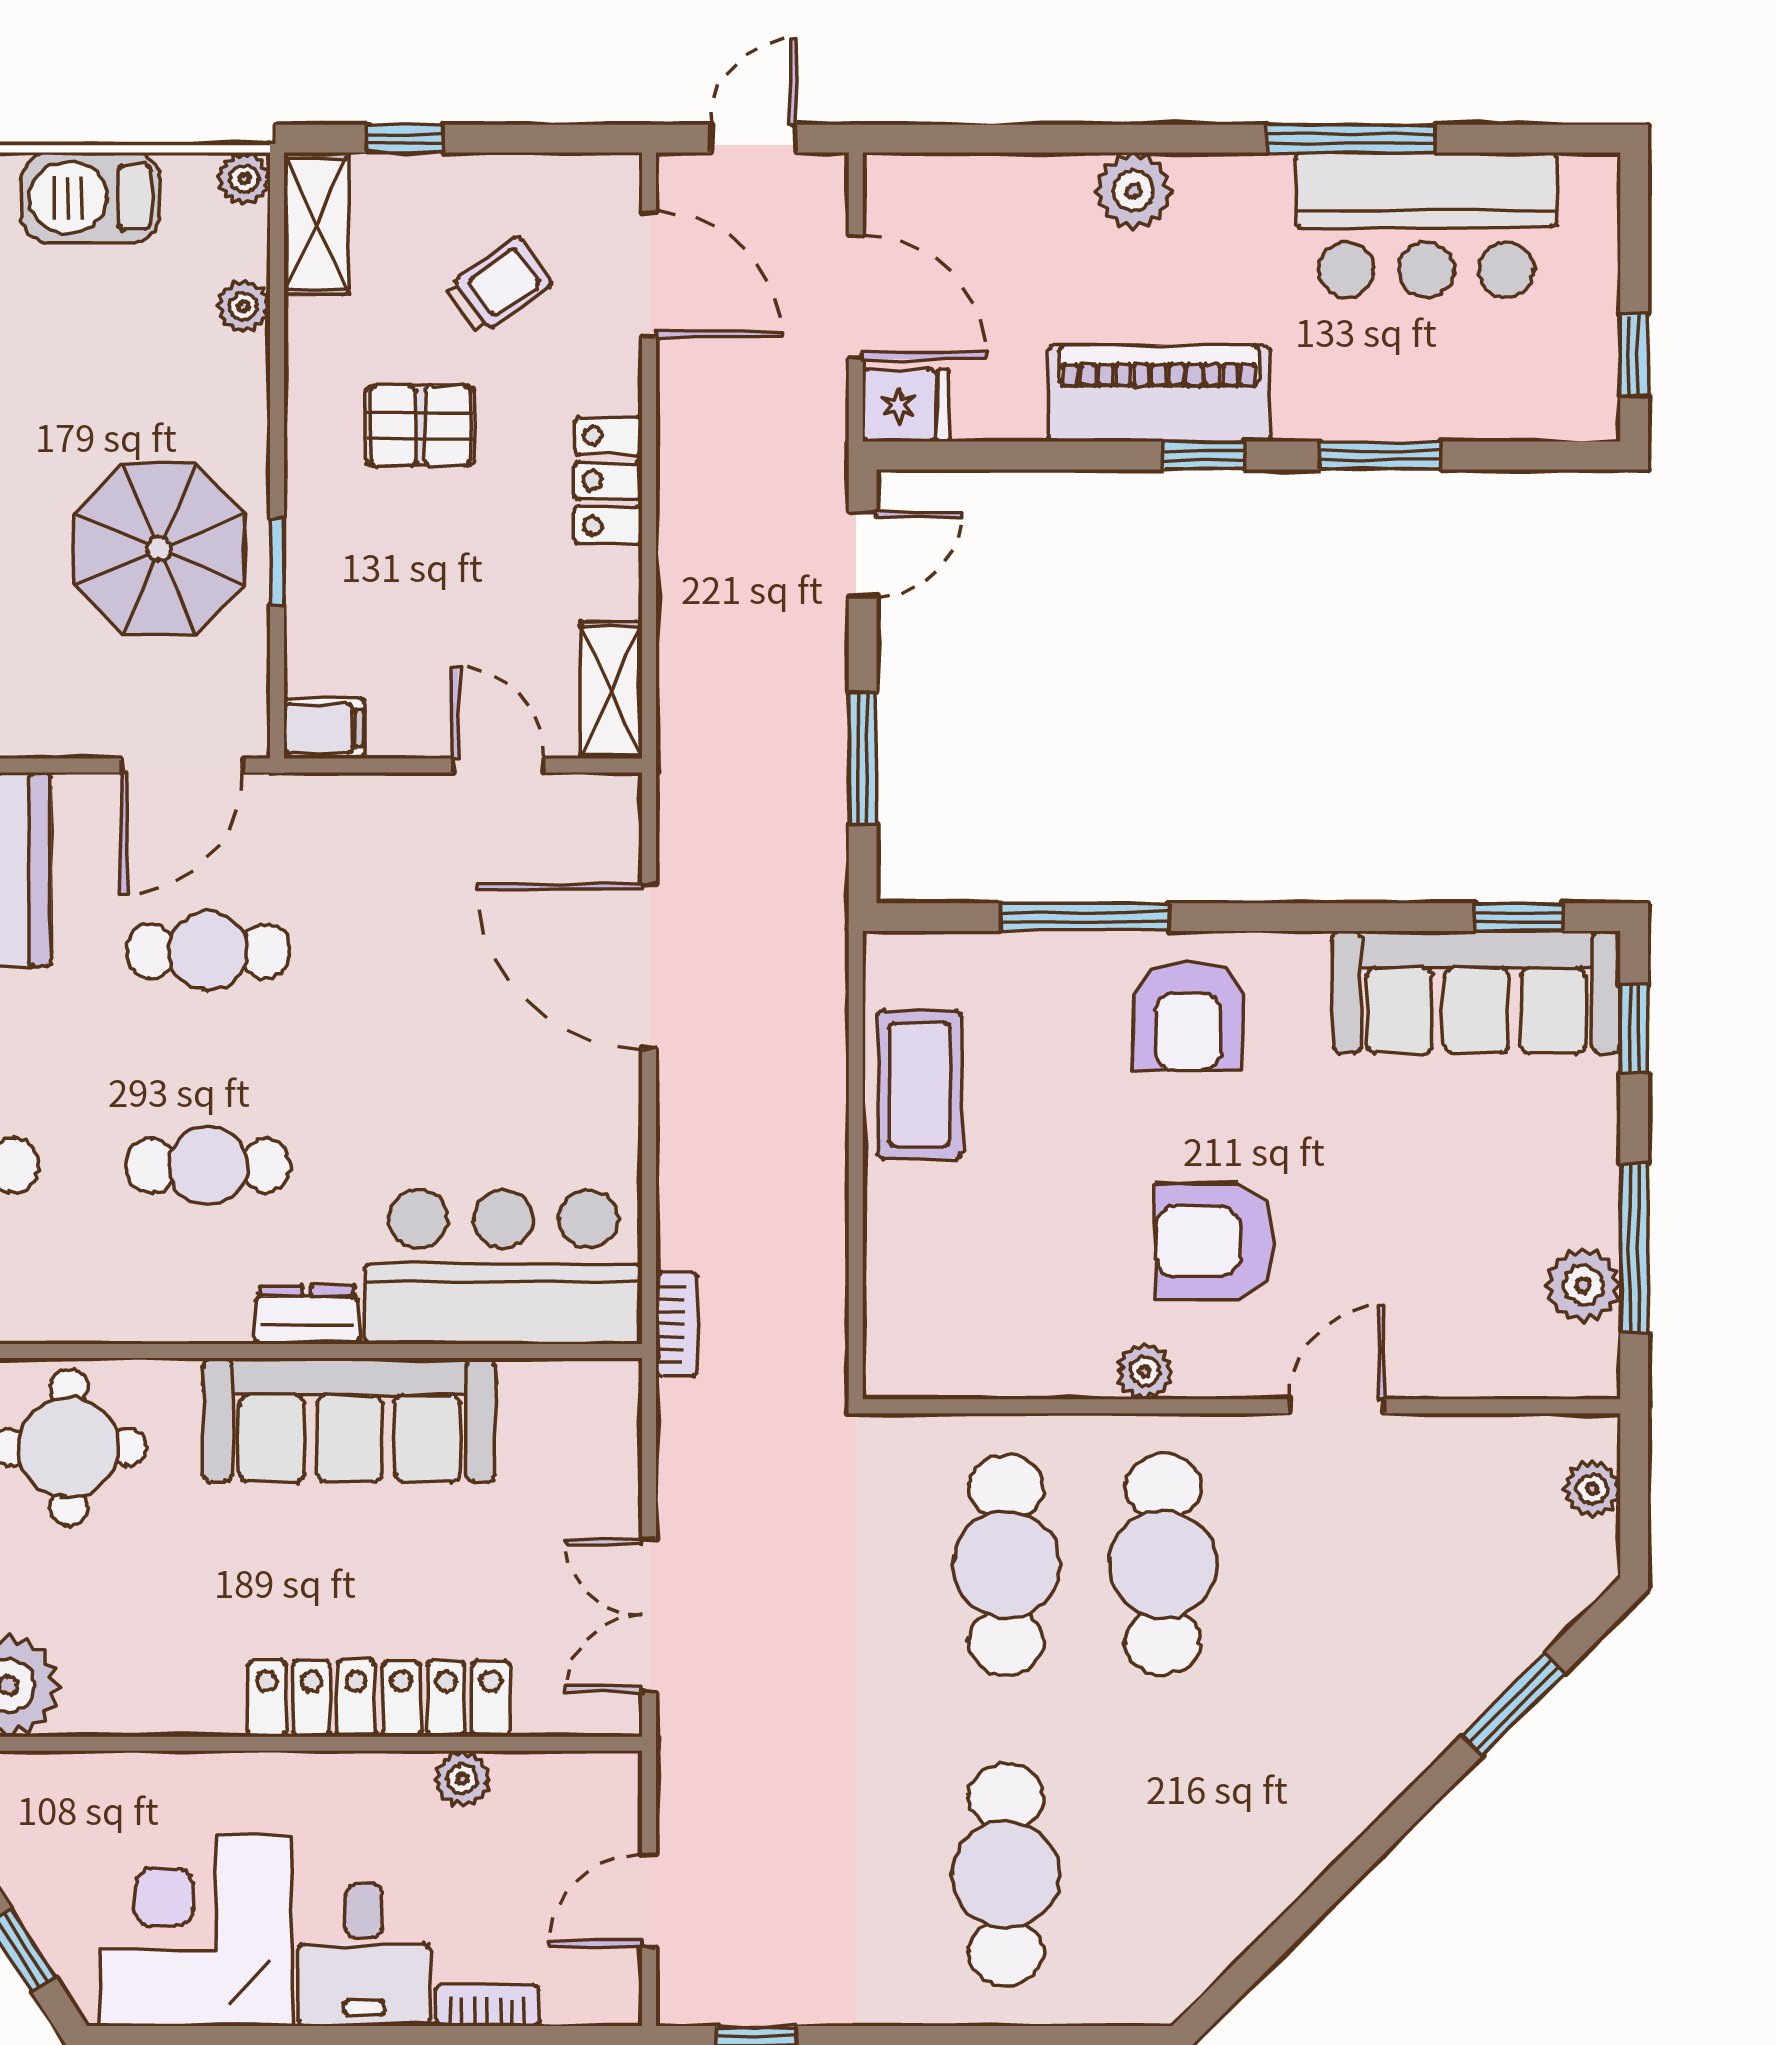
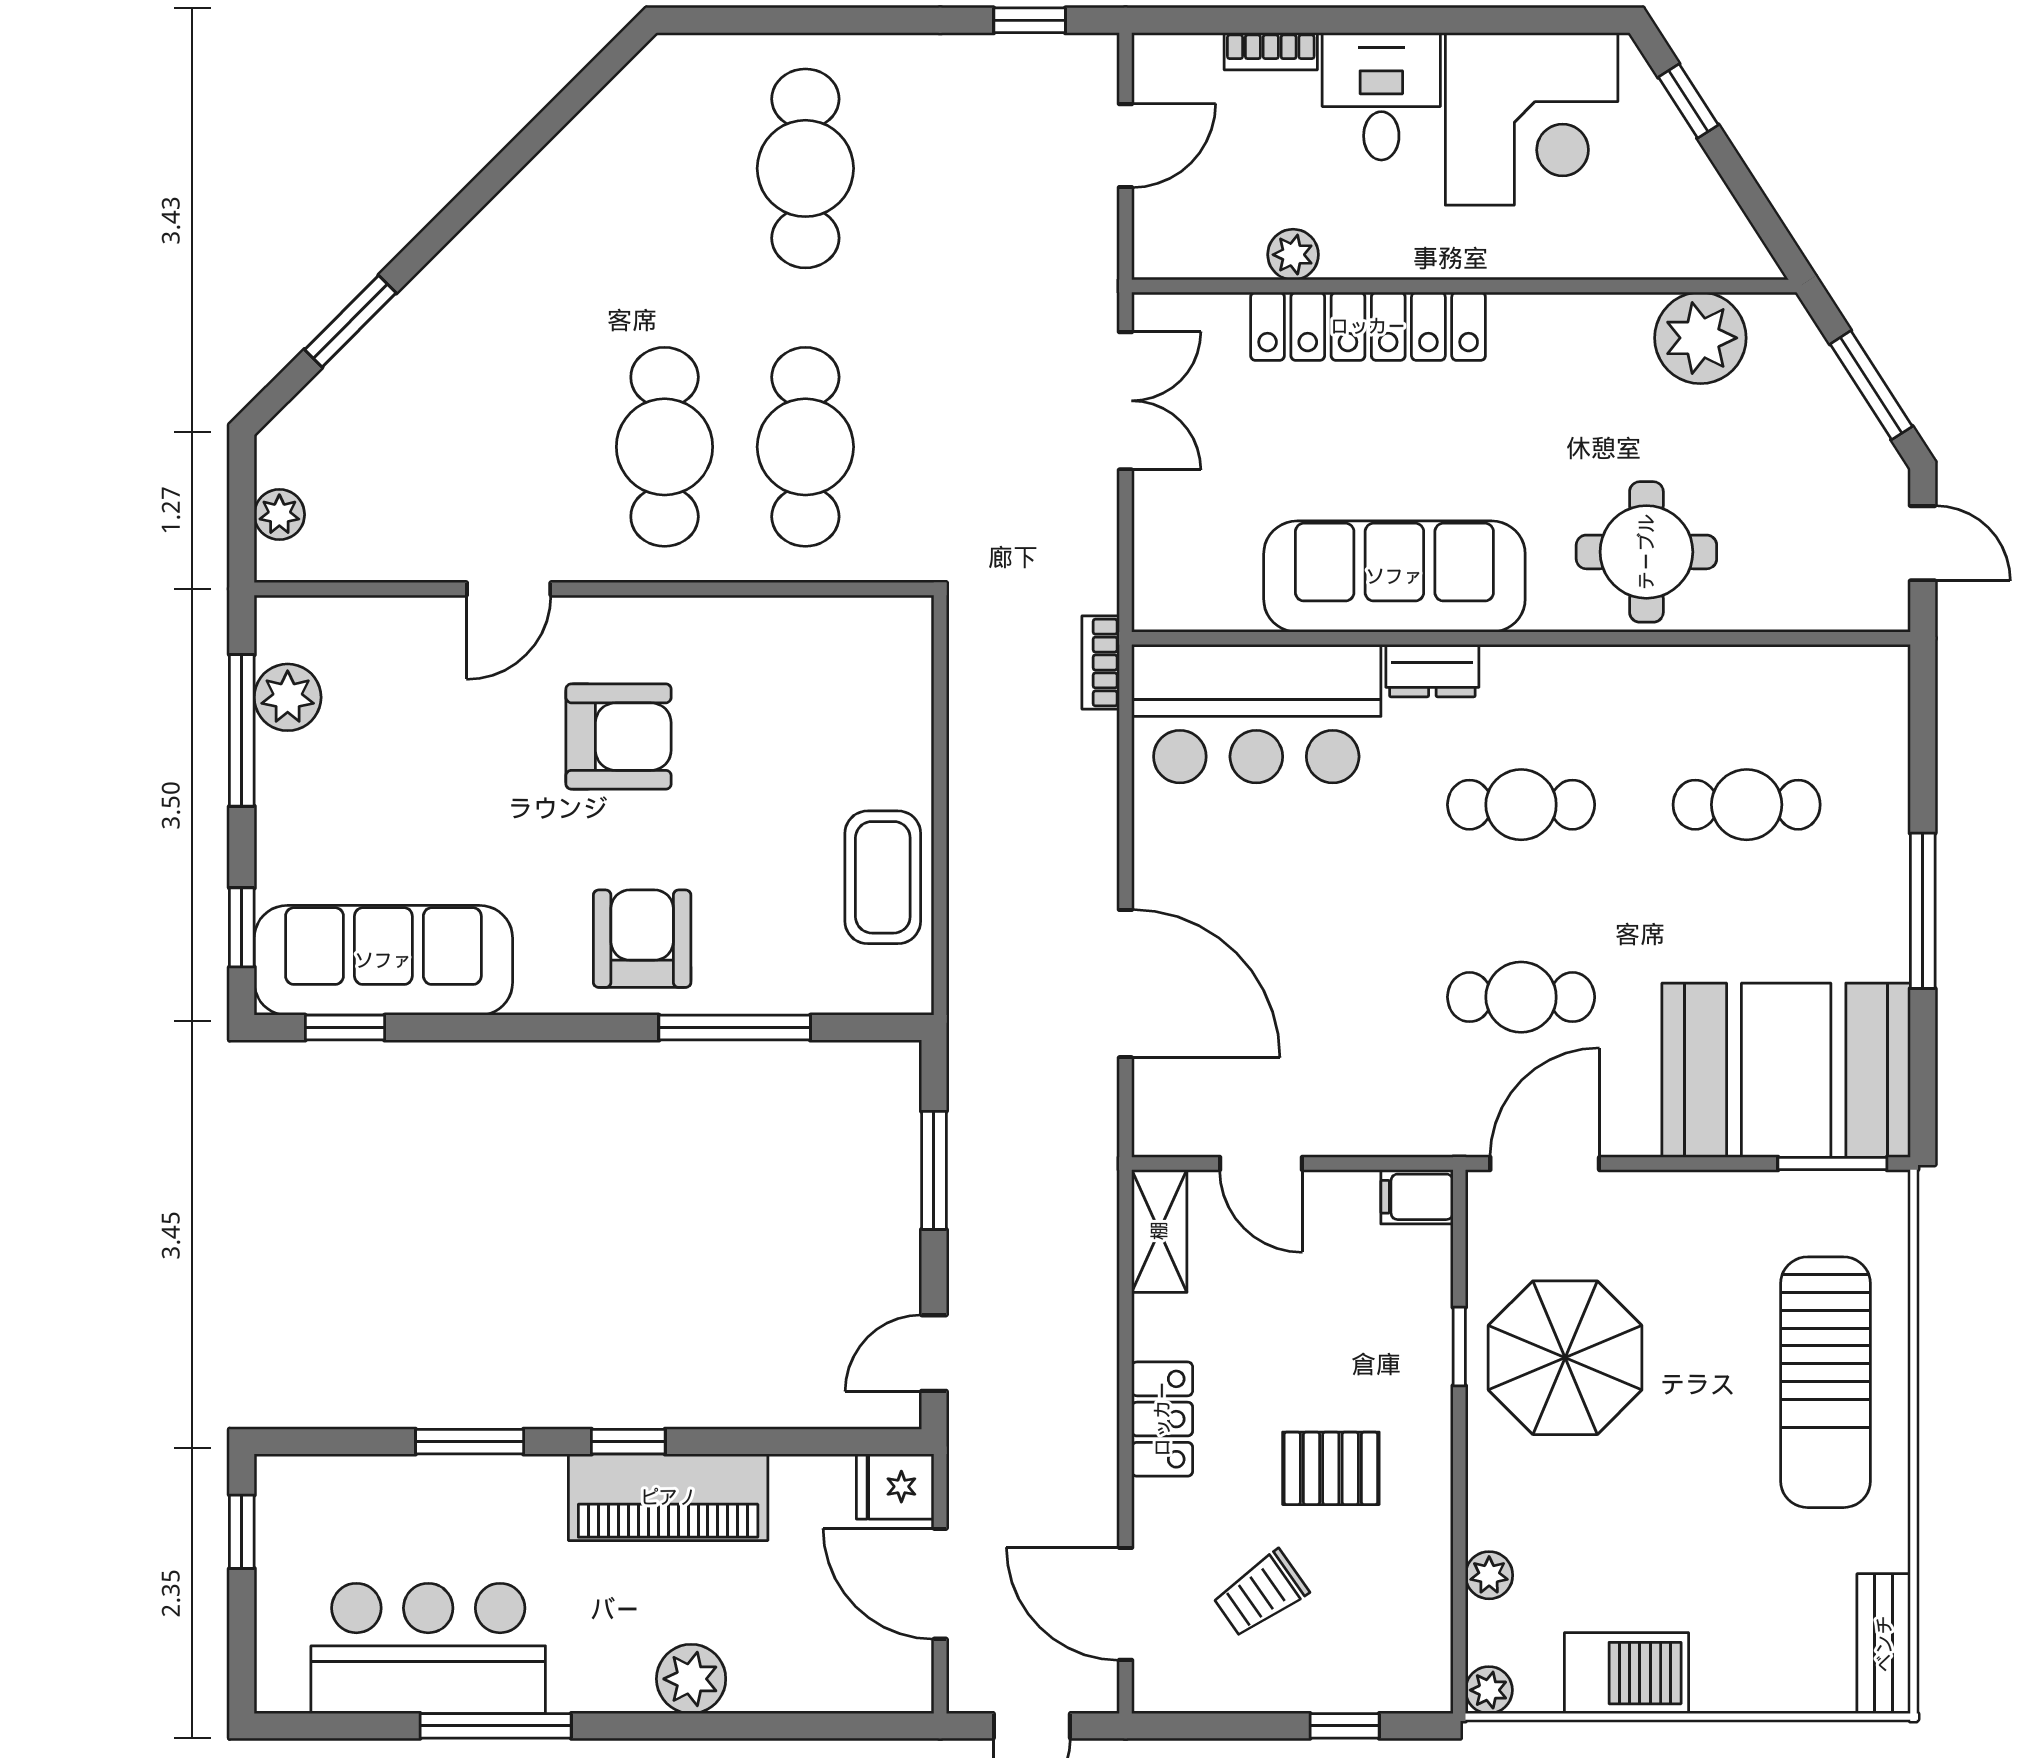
shelving: (316, 224) -> (1424, 1650), removed
plant: (1144, 1371) -> (681, 620), removed

